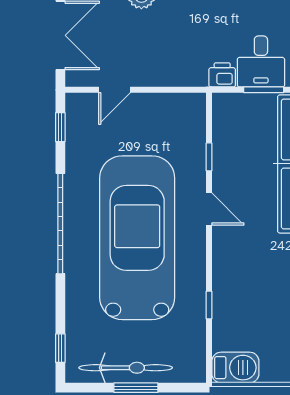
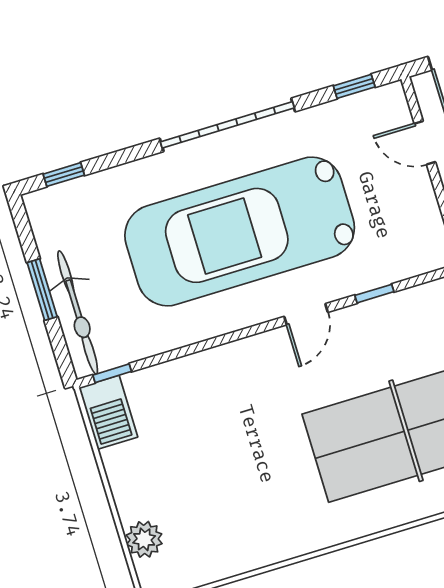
car: (137, 238) -> (240, 232), turned 180
window: (209, 305) -> (112, 373), moved
bicycle: (126, 368) -> (78, 312), moved

